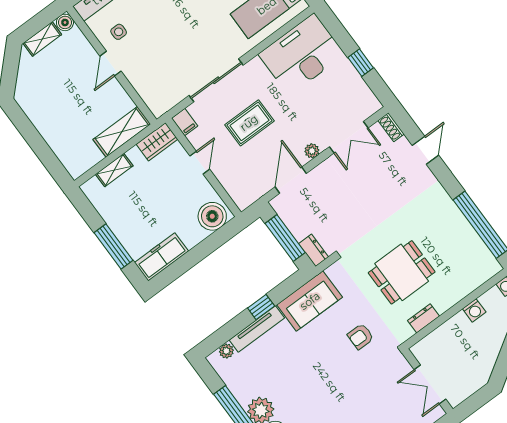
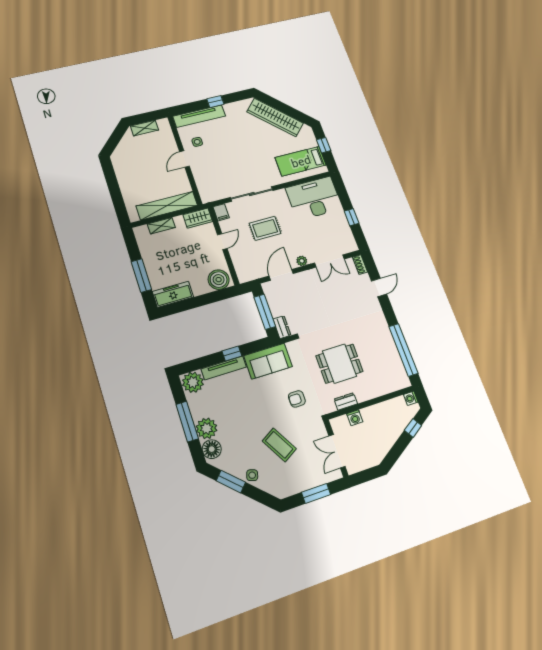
boiler: (65, 22) -> (164, 124), removed
shelving: (122, 132) -> (167, 206), width x1.47
washing machine: (474, 310) -> (355, 418), moved
plant: (226, 351) -> (193, 382), width x1.88, depth x1.88
coffee table: (356, 401) -> (279, 445), added

